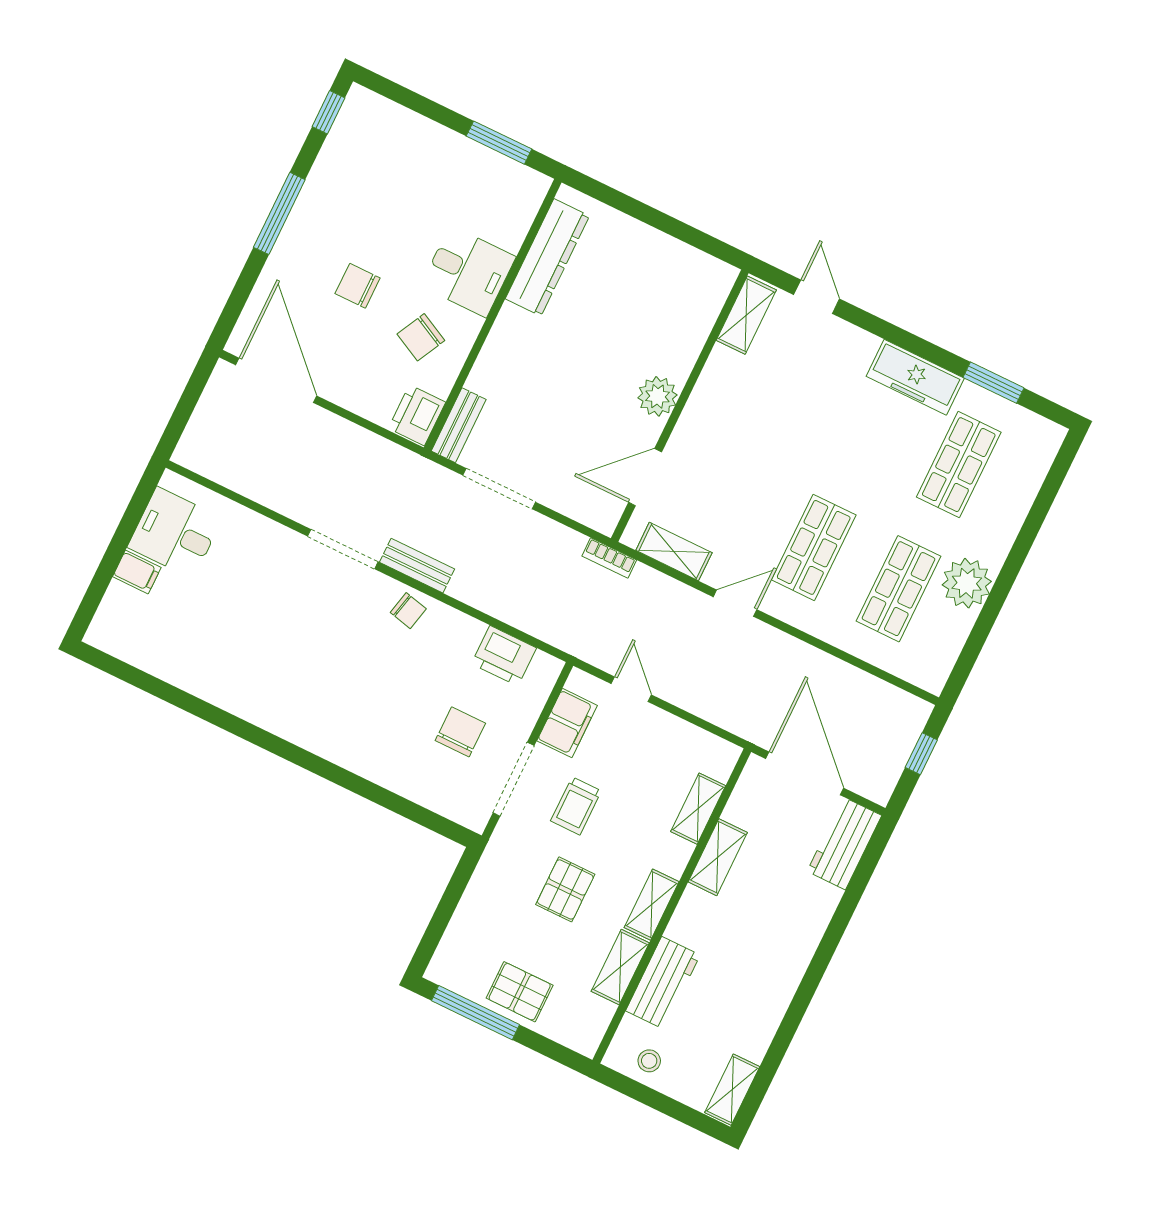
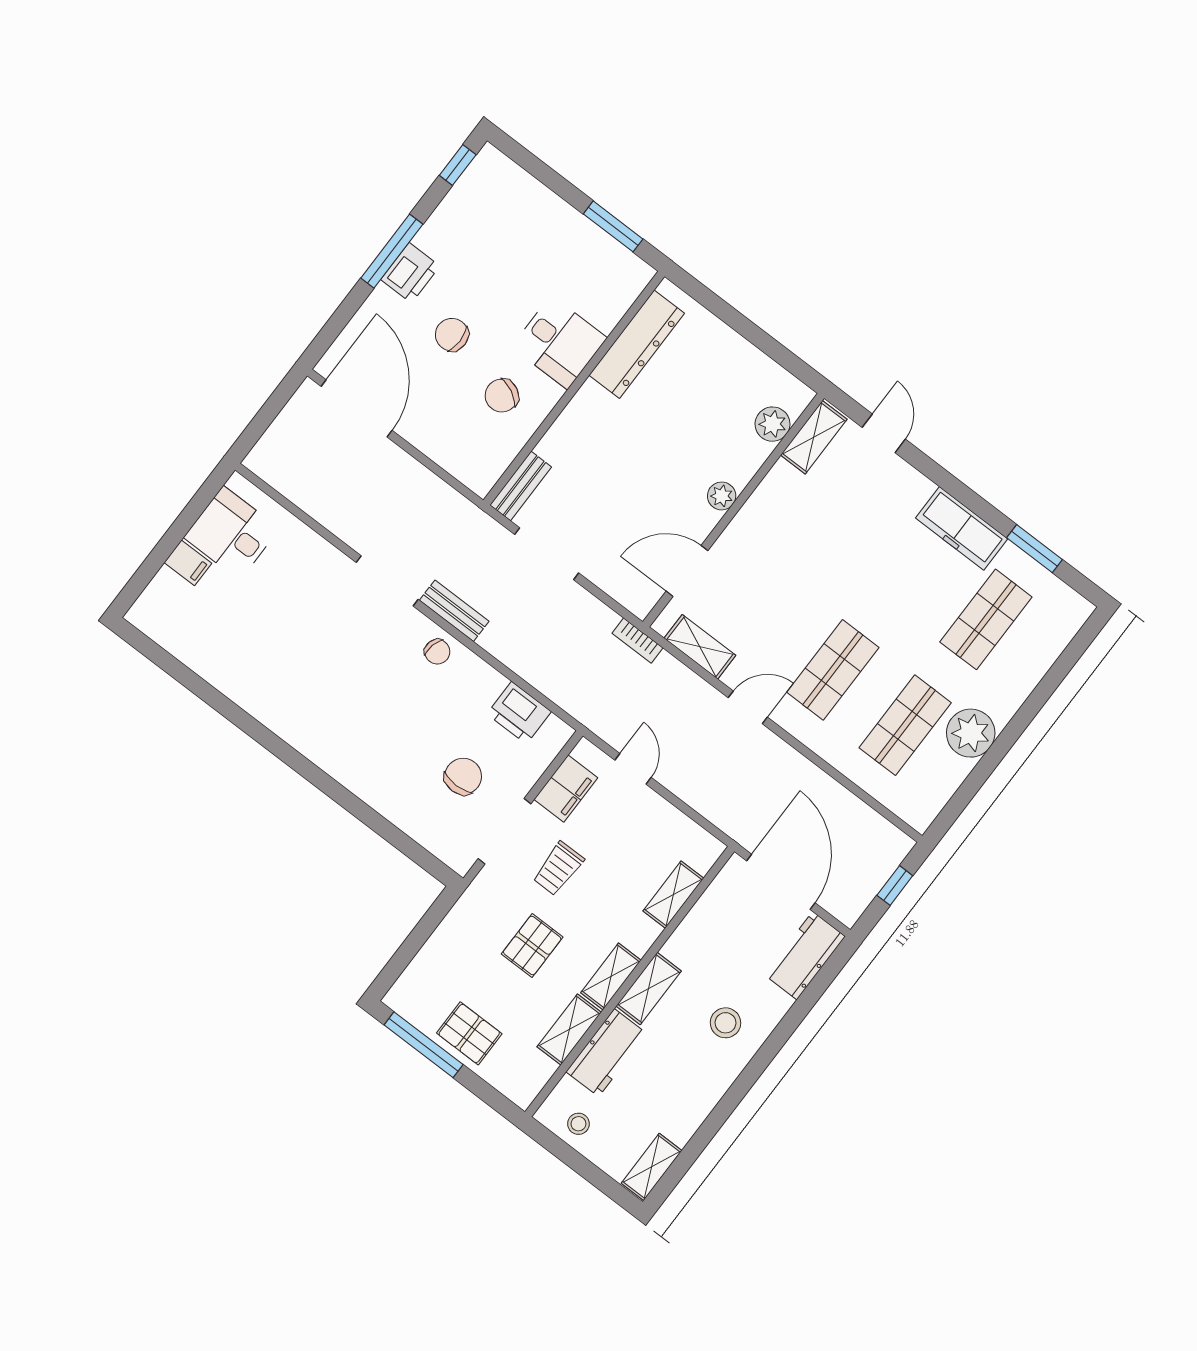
plant: (702, 310) -> (772, 424), added
plant: (658, 396) -> (722, 496), width x0.73, depth x0.73
printer: (417, 415) -> (410, 273), moved, turned 180
shelving: (718, 857) -> (649, 988), moved
stool: (778, 928) -> (725, 1023), added

